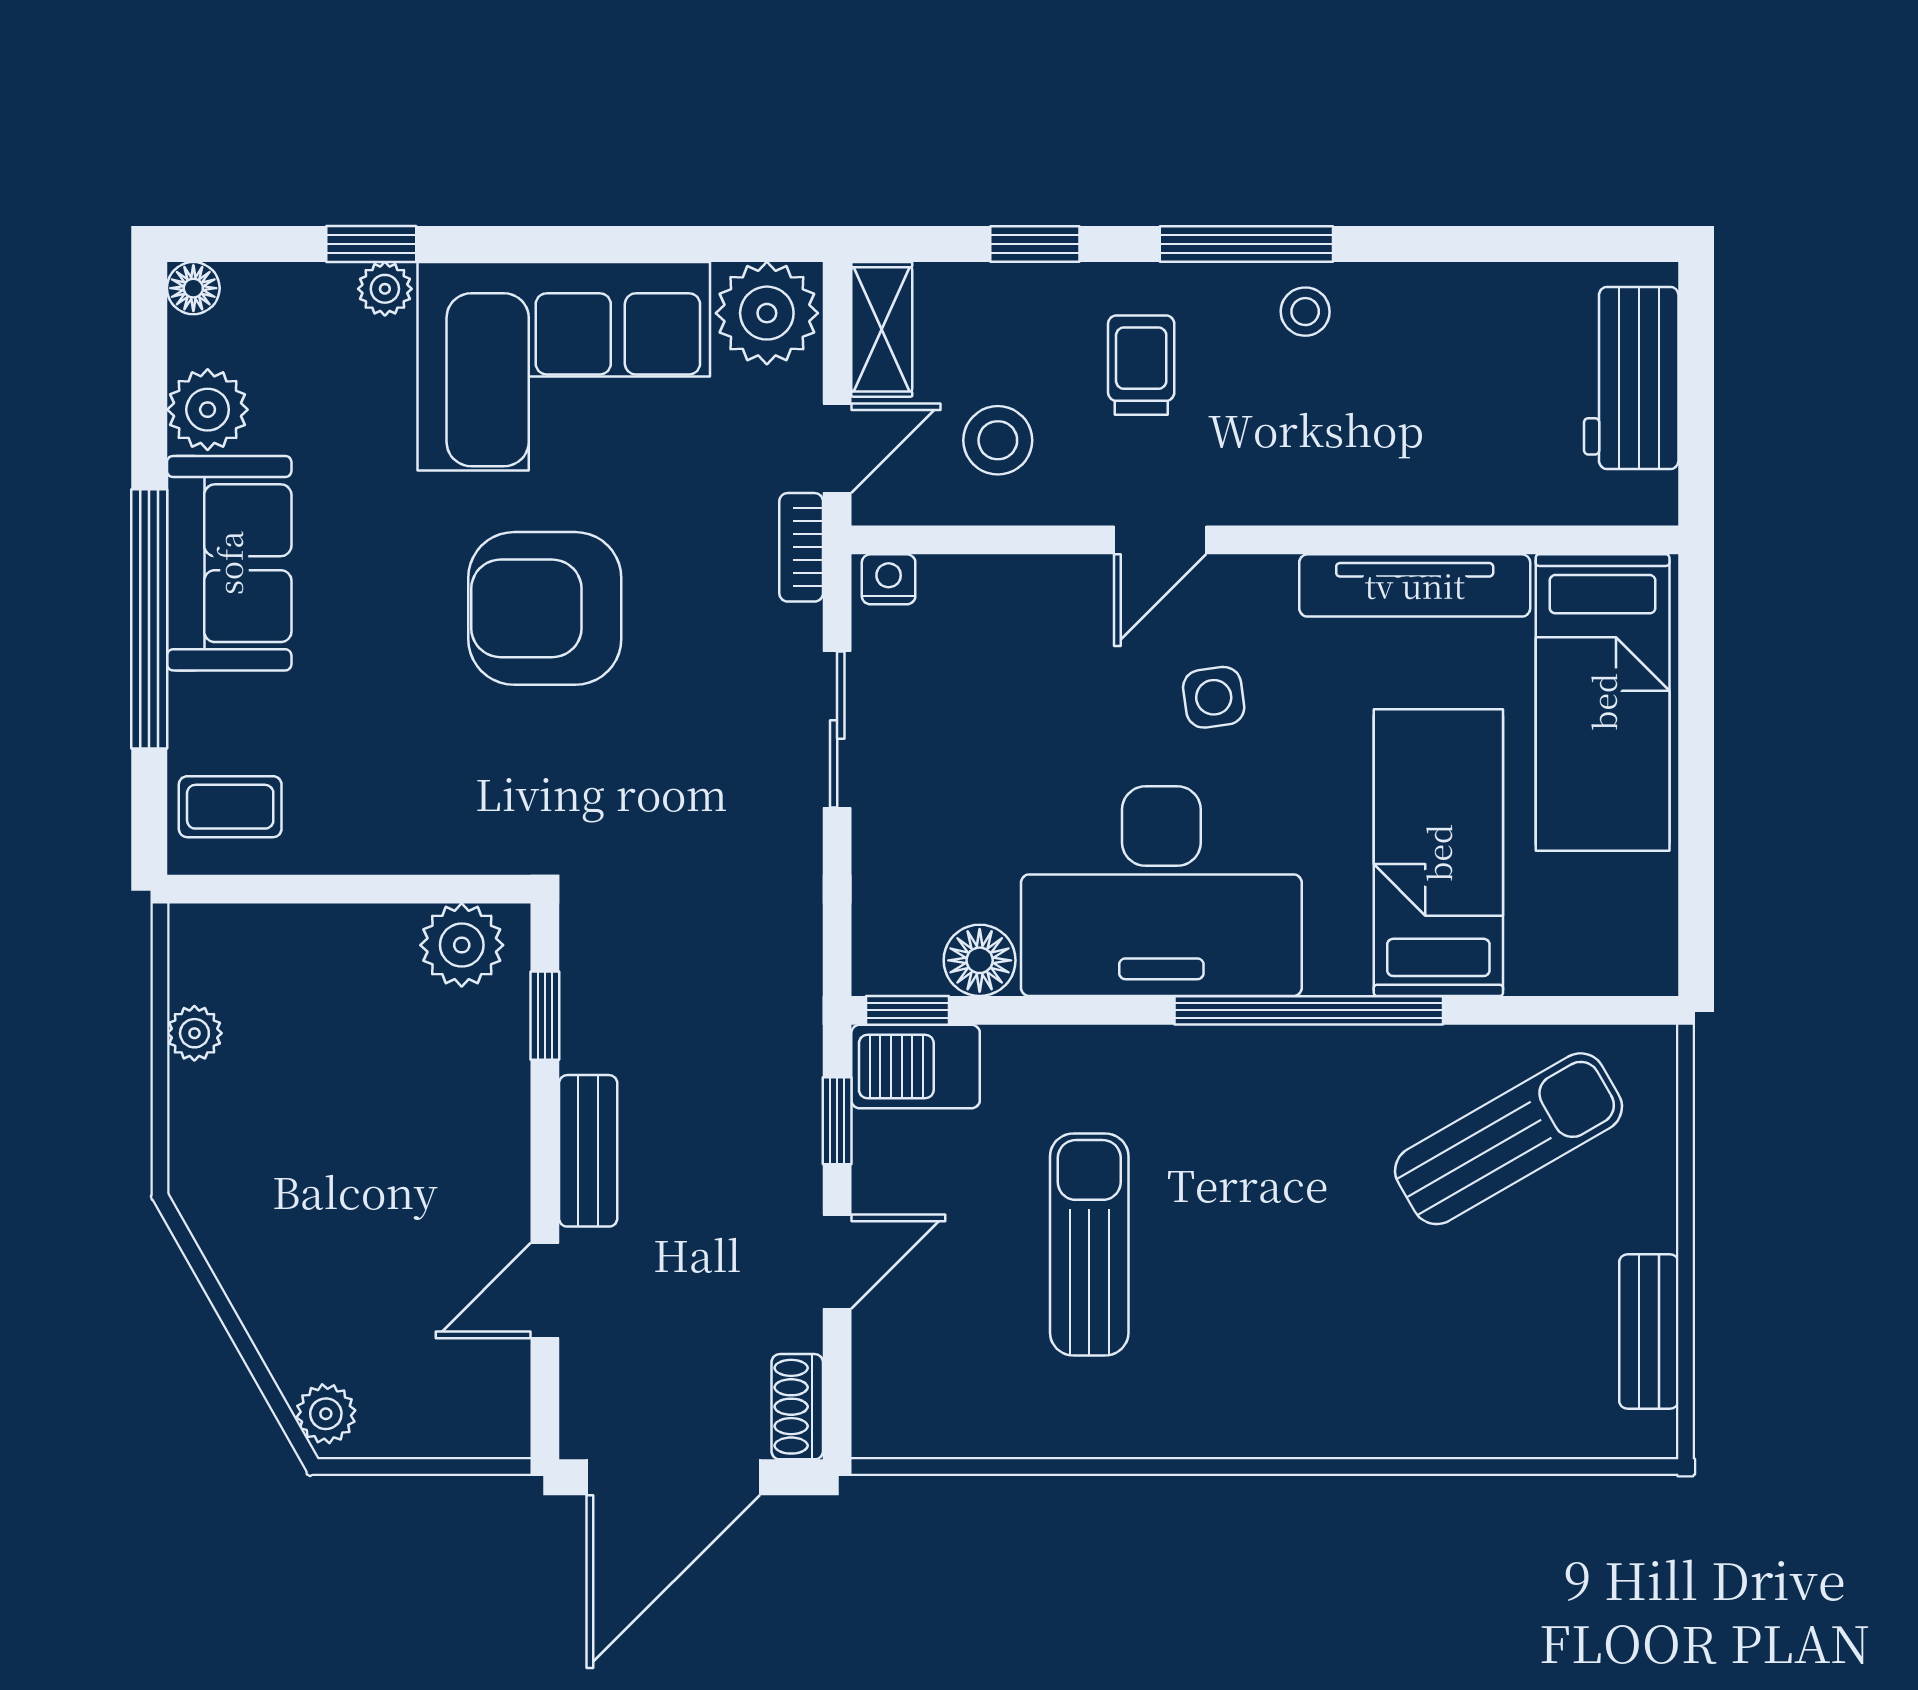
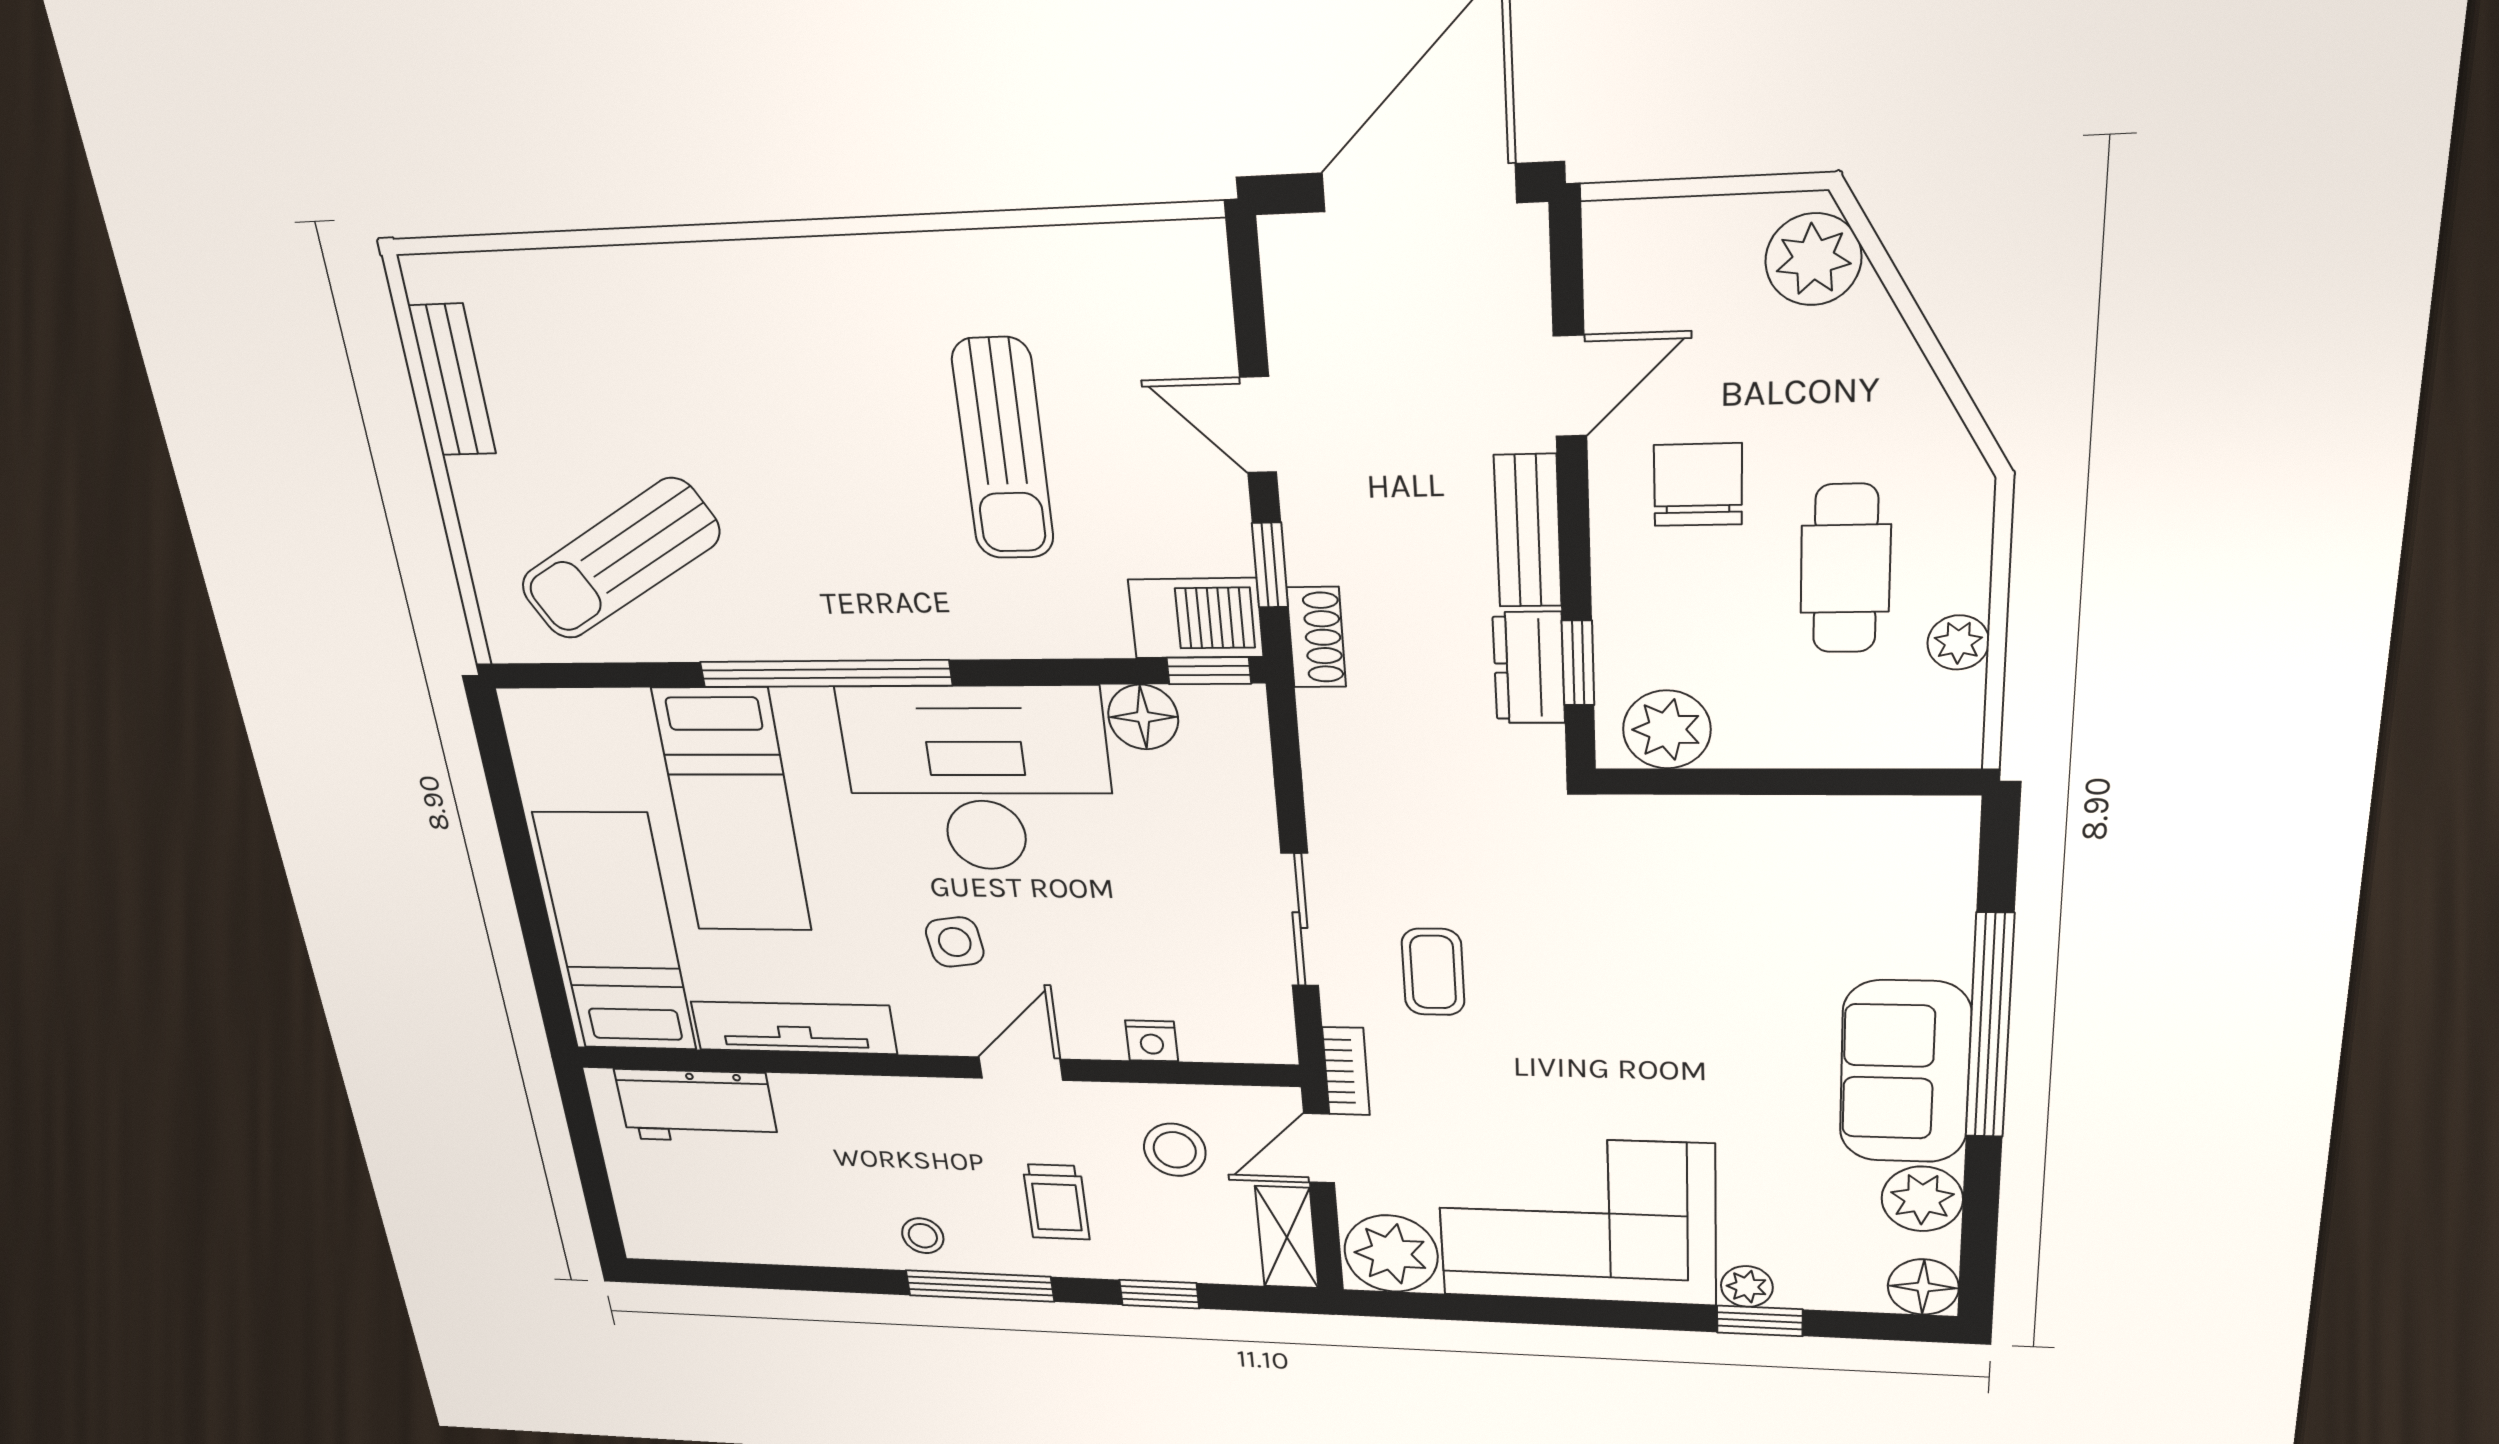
floor lamp: (193, 288) -> (1923, 1287), width x1.37, depth x1.37
workbench: (1631, 378) -> (696, 1106), moved, turned 90
nightstand: (889, 579) -> (1152, 1041), moved
armchair: (545, 608) -> (1589, 1027), removed
coffee table: (230, 807) -> (1433, 972), moved, turned 90
dresser: (592, 1011) -> (1529, 668), added
cafe table: (297, 1108) -> (1845, 569), added
chair: (431, 1193) -> (1698, 485), added
door: (837, 1262) -> (1258, 425), hinge flipped
shoe rack: (797, 1407) -> (1316, 637), moved
plant: (326, 1414) -> (1813, 259), width x1.38, depth x1.38

